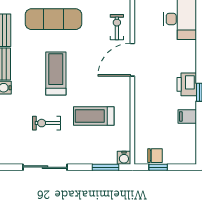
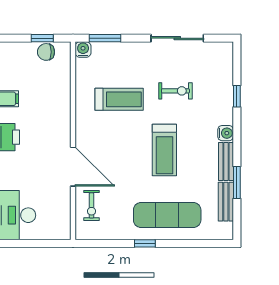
door: (132, 60) -> (73, 167), hinge flipped

